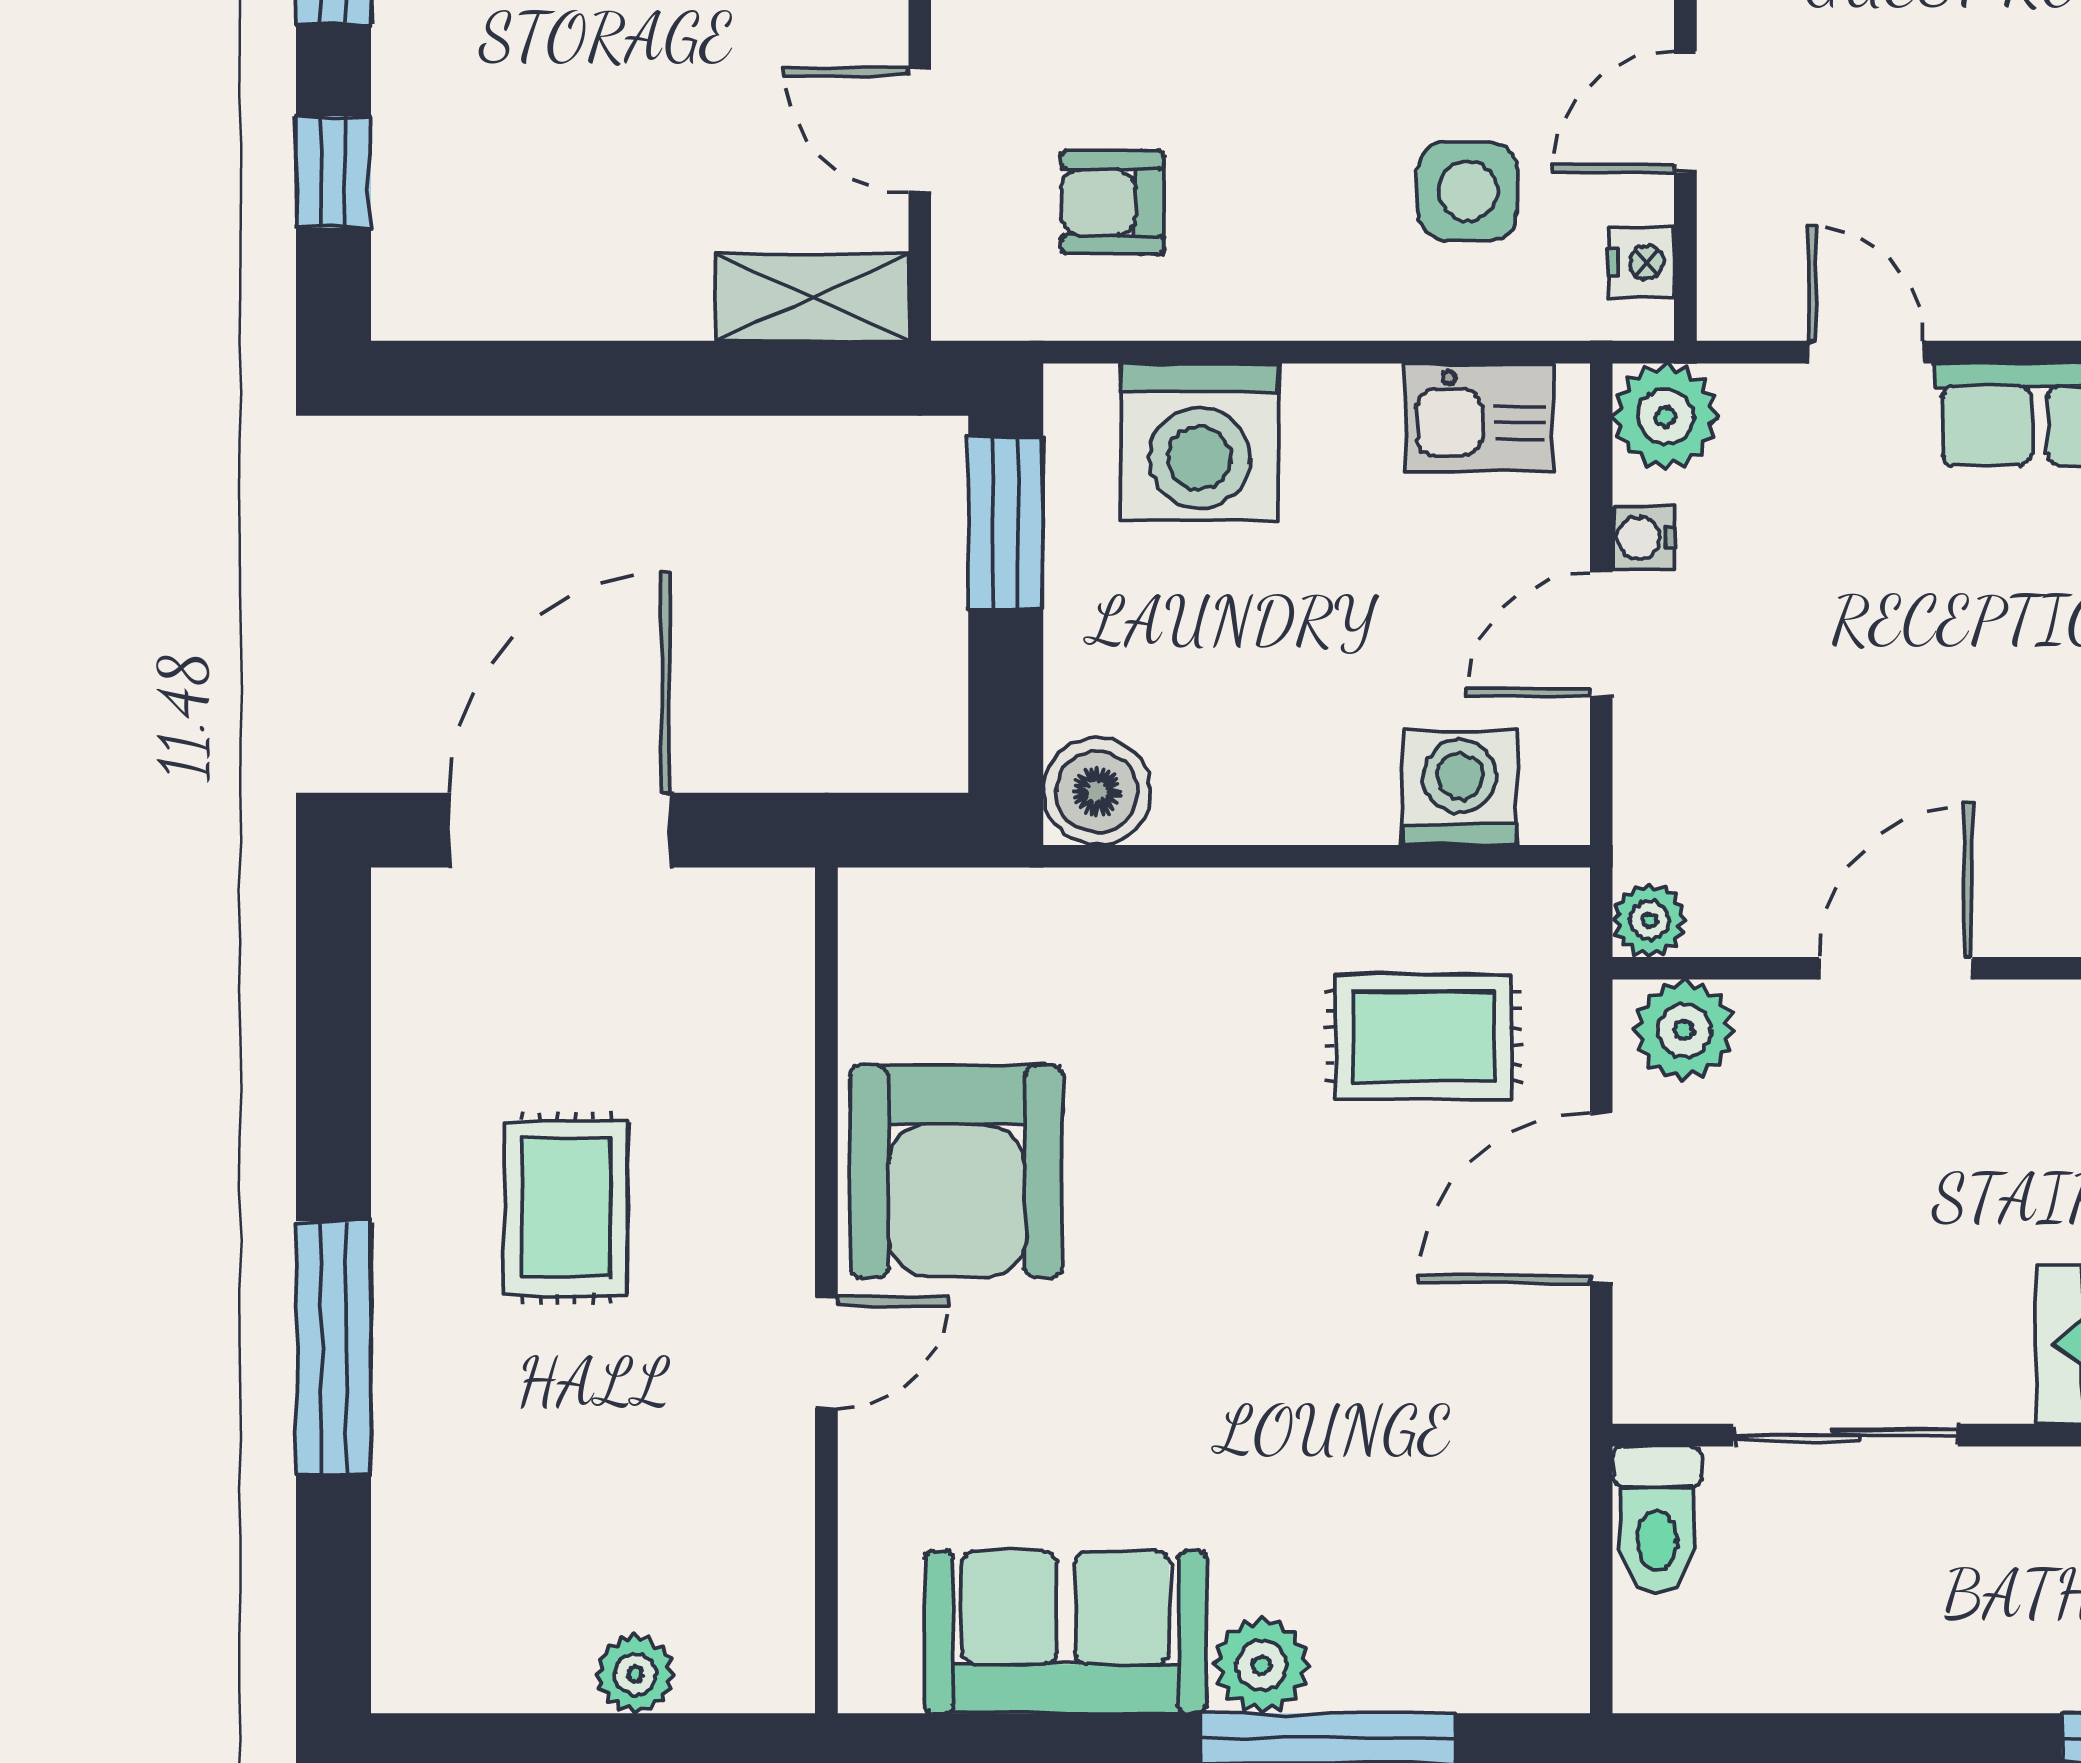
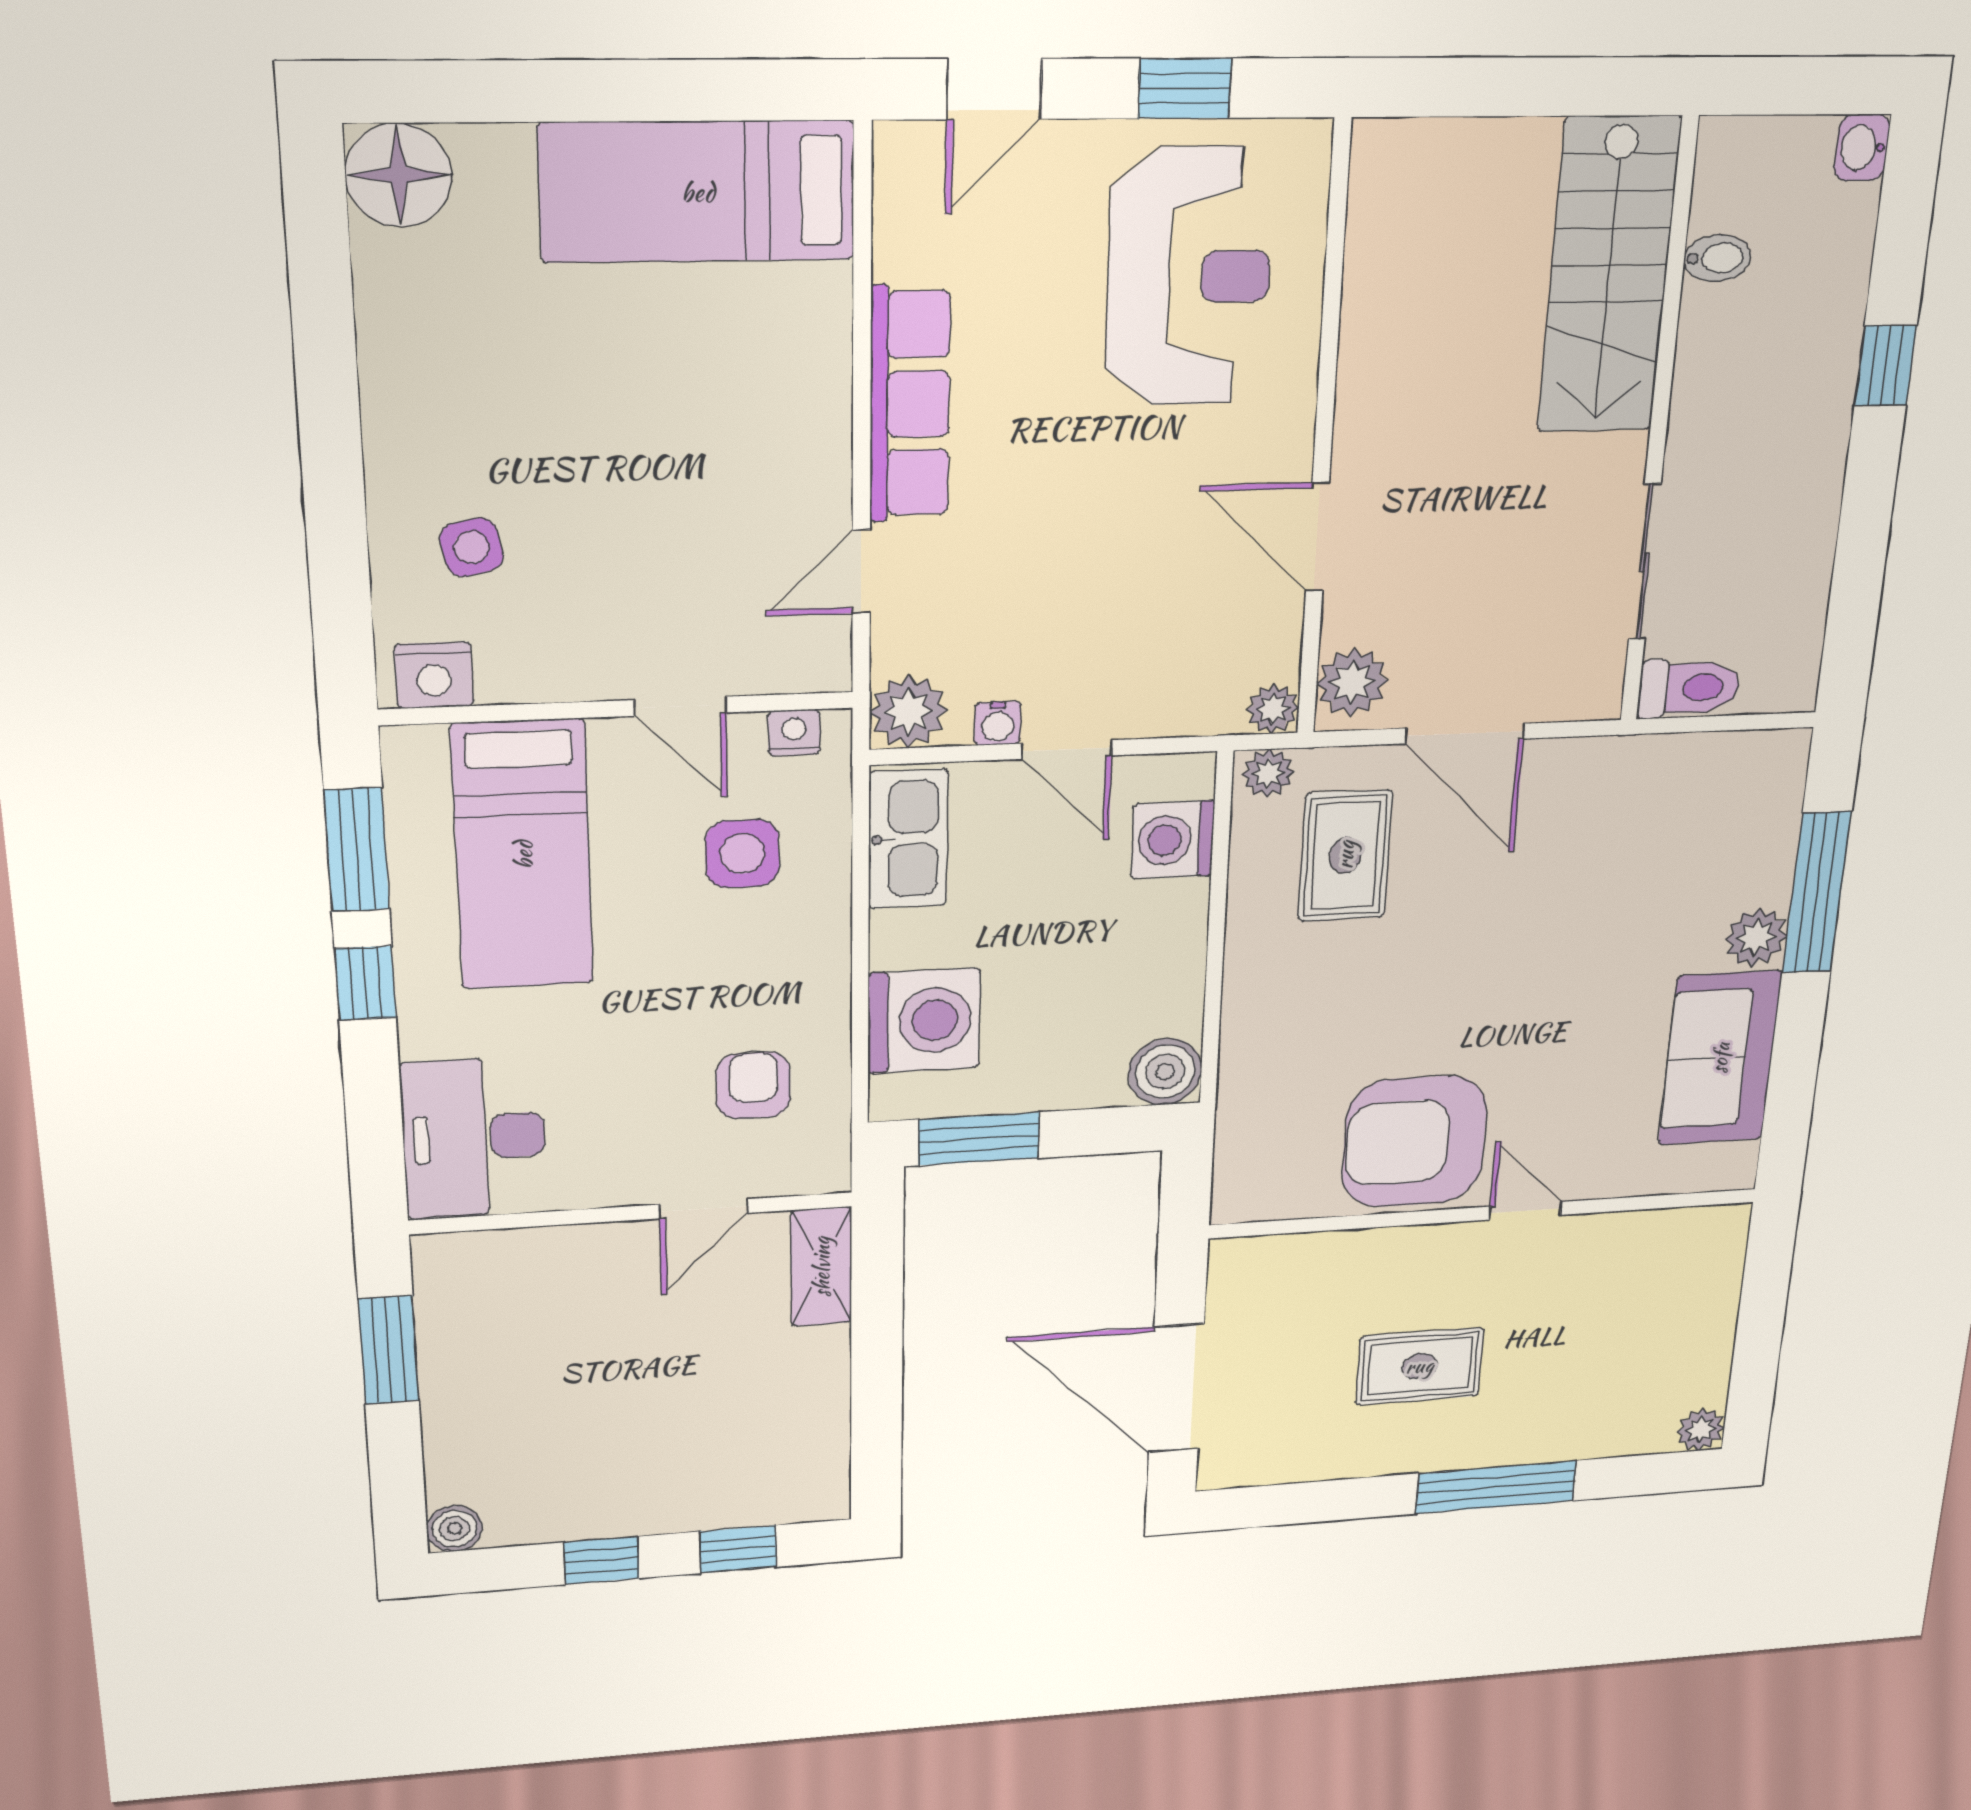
armchair: (1112, 202) -> (753, 1086), turned 180
kitchen sink: (1479, 417) -> (908, 839), width x1.38
plant: (1554, 919) -> (1268, 773), added
armchair: (957, 1171) -> (1414, 1142), turned 180
plant: (635, 1674) -> (1701, 1430), moved

